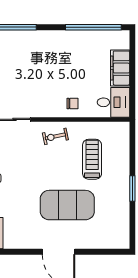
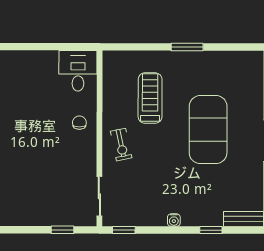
filing cabinet: (120, 68) -> (34, 62), removed
treadmill: (92, 159) -> (150, 98), turned 90

